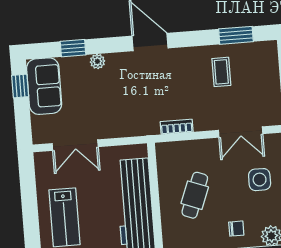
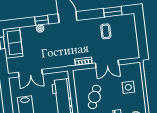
window: (73, 48) -> (42, 20), moved
double door: (241, 132) -> (107, 64), moved

